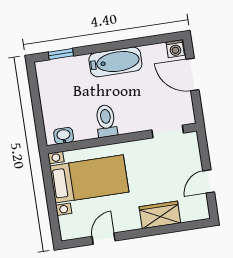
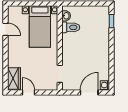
bathtub: (115, 62) -> (103, 51), removed
toilet: (106, 121) -> (71, 27), moved
wardrobe: (160, 215) -> (14, 78), moved

